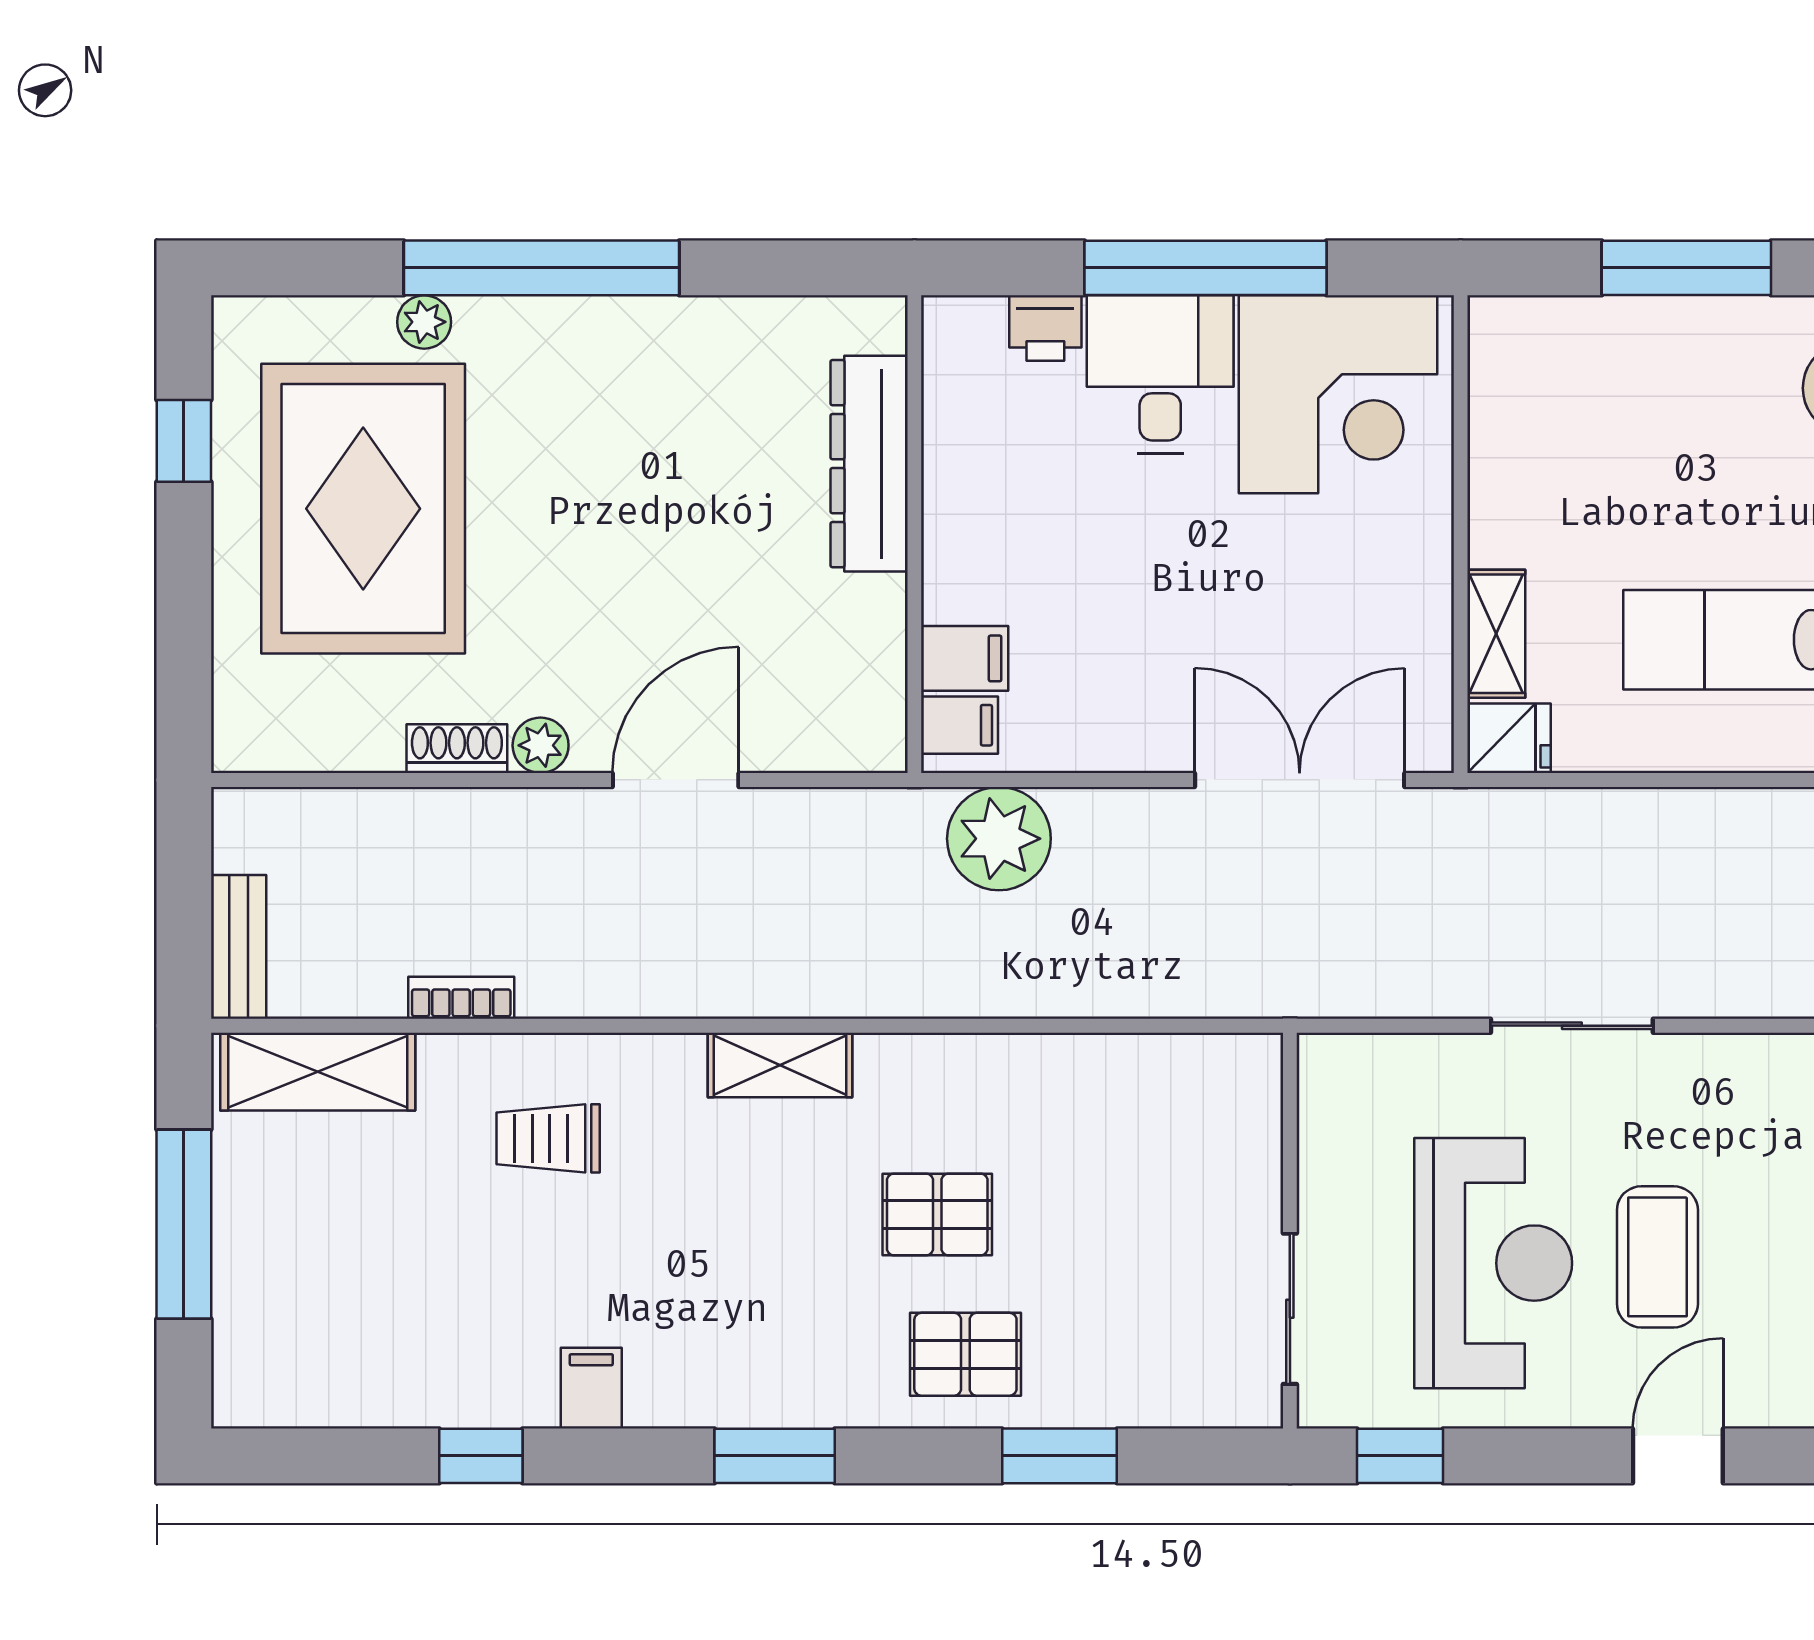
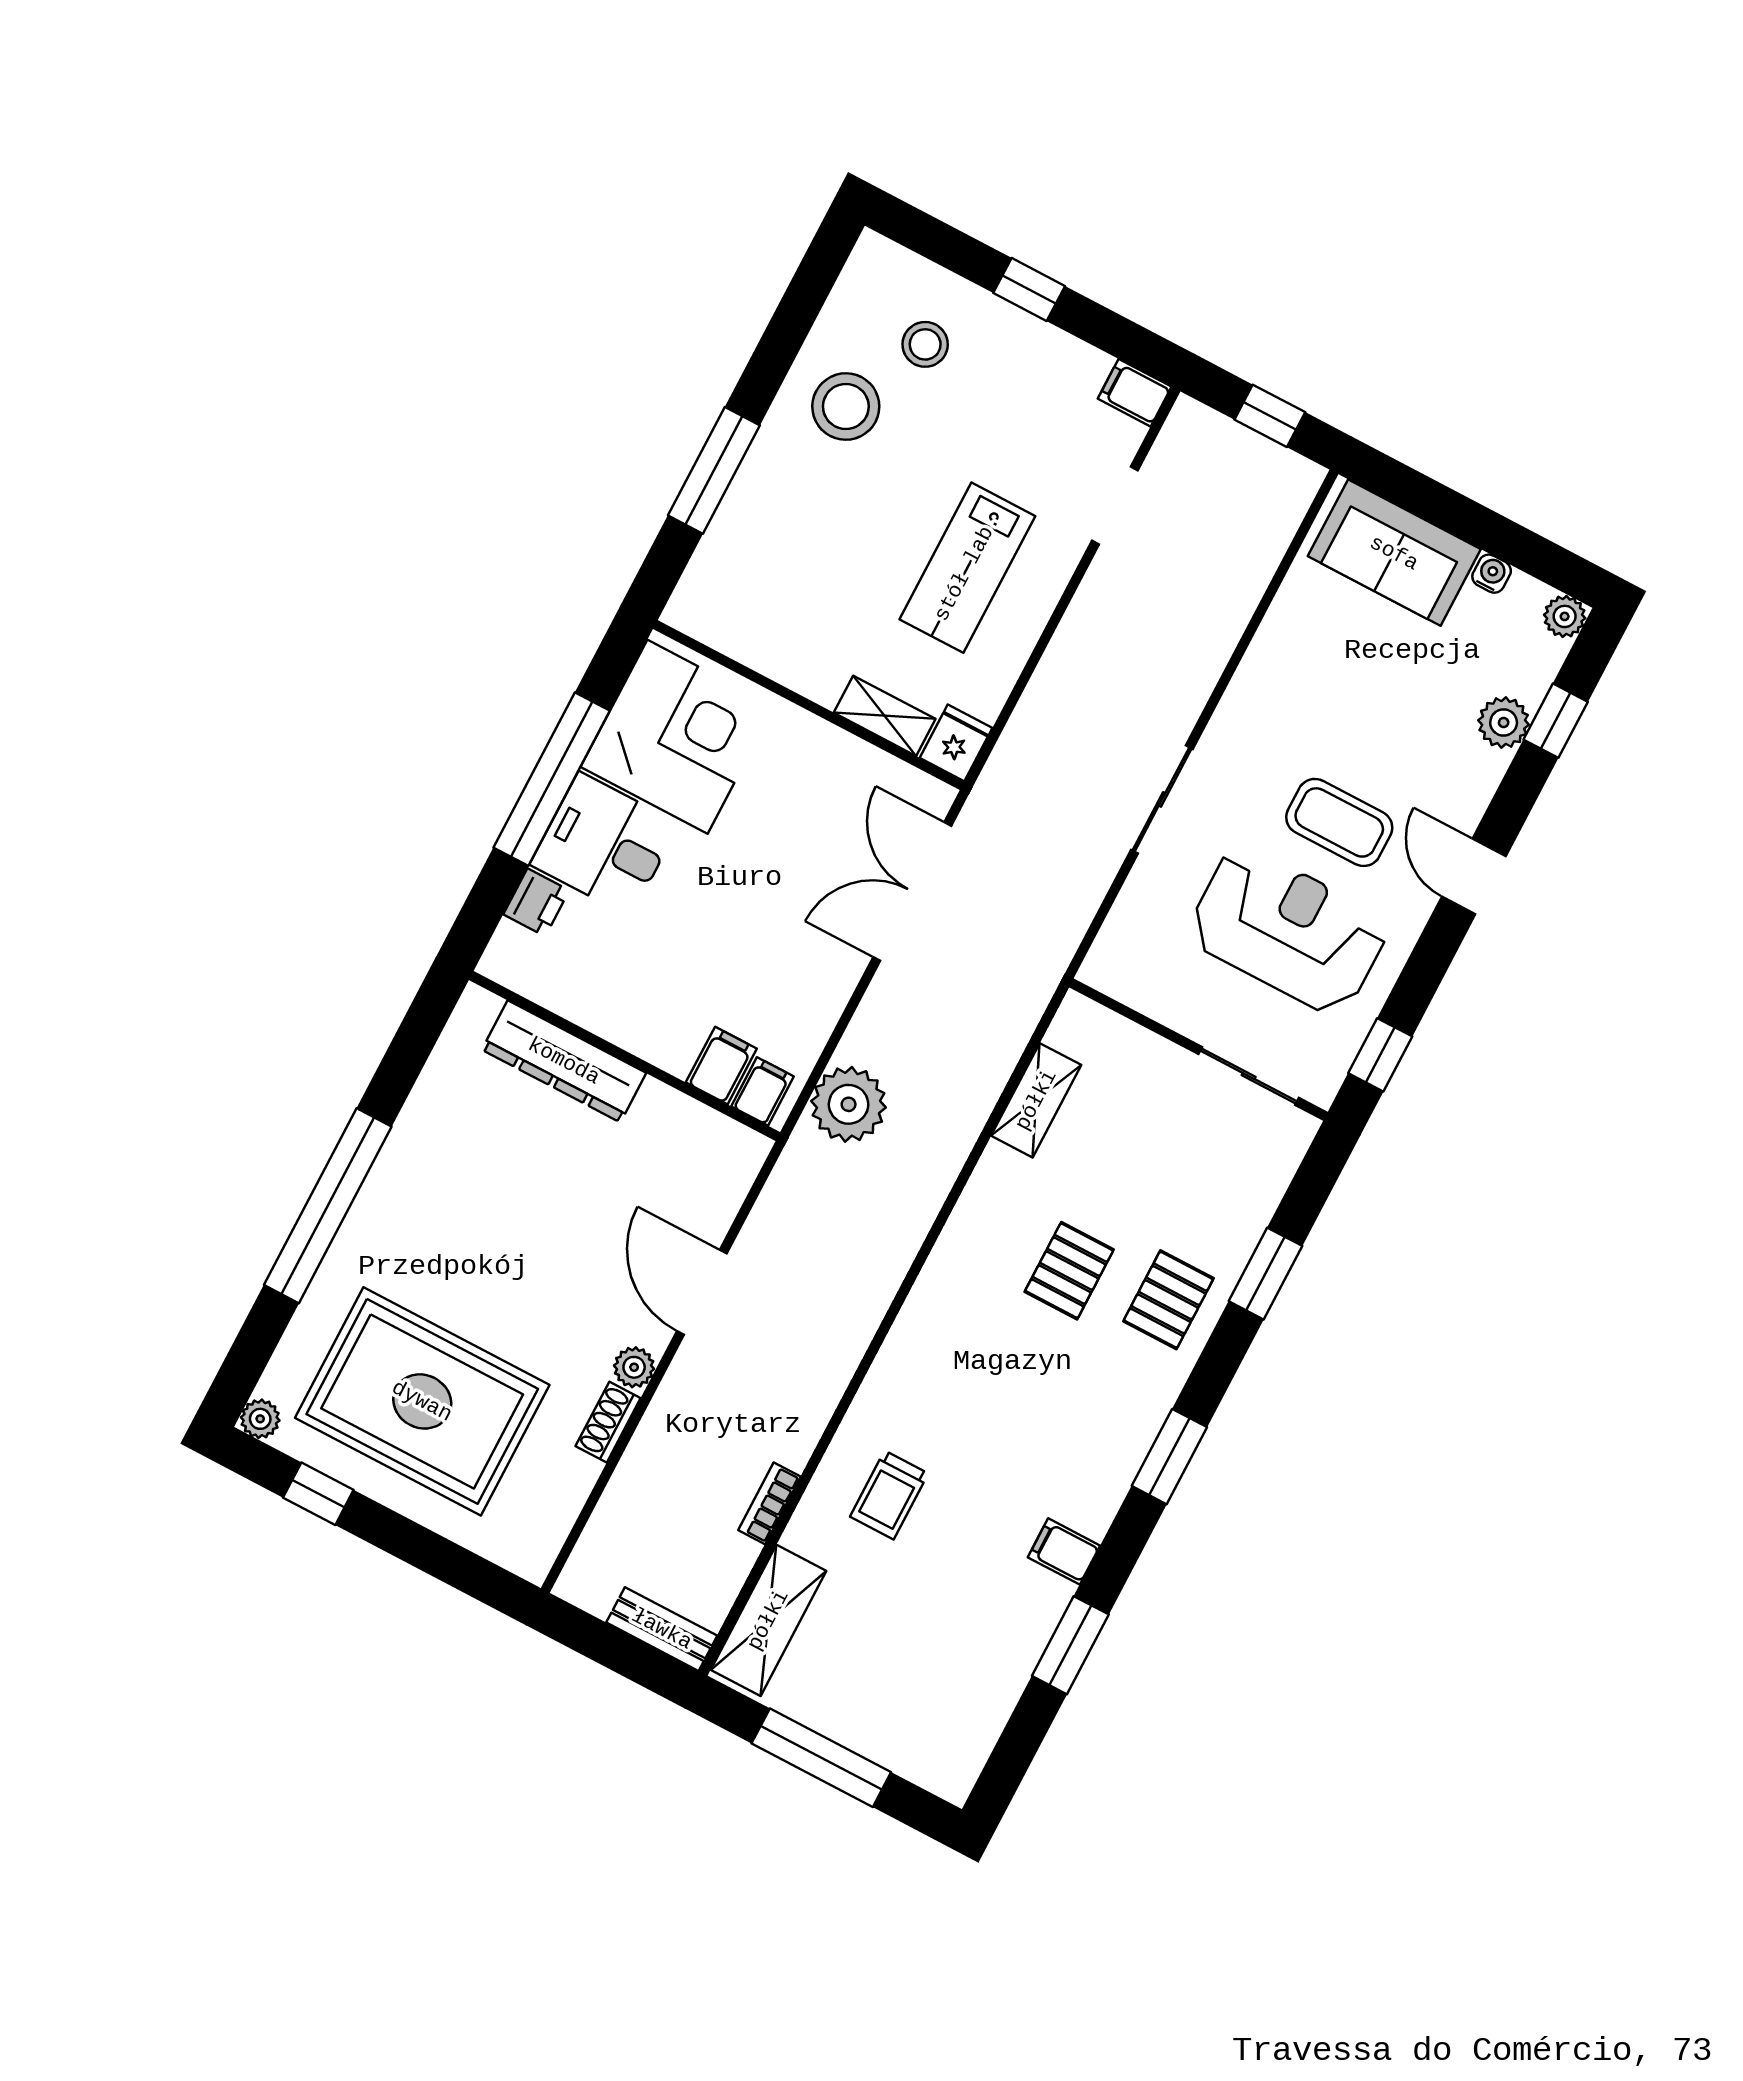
plant: (424, 322) -> (260, 1419), moved
shelving: (780, 1065) -> (1036, 1100), moved
window: (481, 1456) -> (1070, 1645), width x1.50

